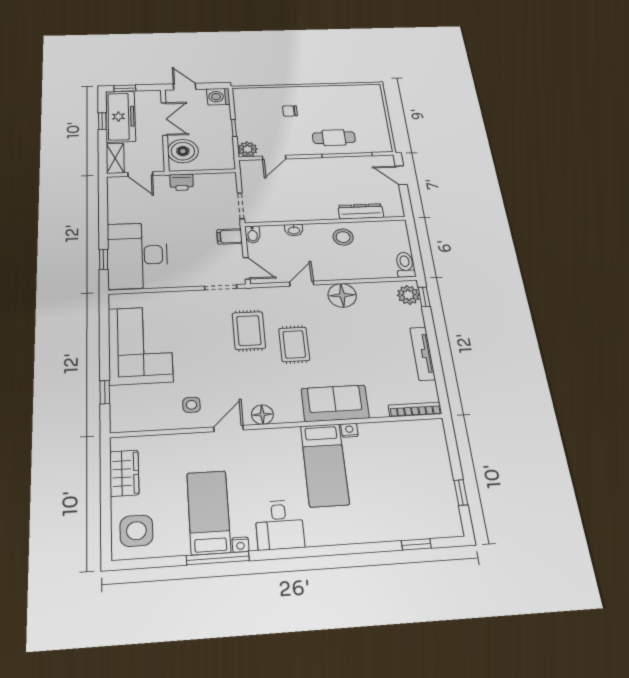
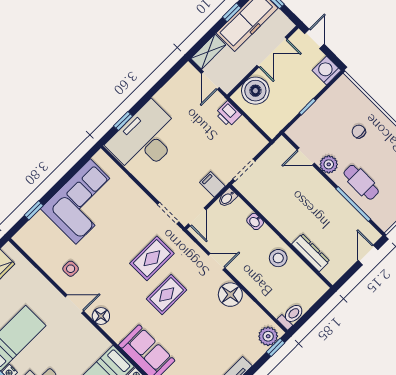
plant: (247, 149) -> (329, 164), moved

